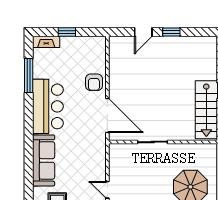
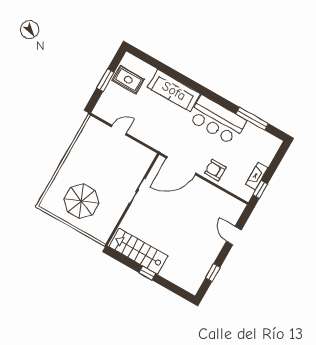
window: (67, 32) -> (260, 189), moved
window: (171, 32) -> (213, 272), moved
fireplace: (46, 42) -> (257, 176), moved

